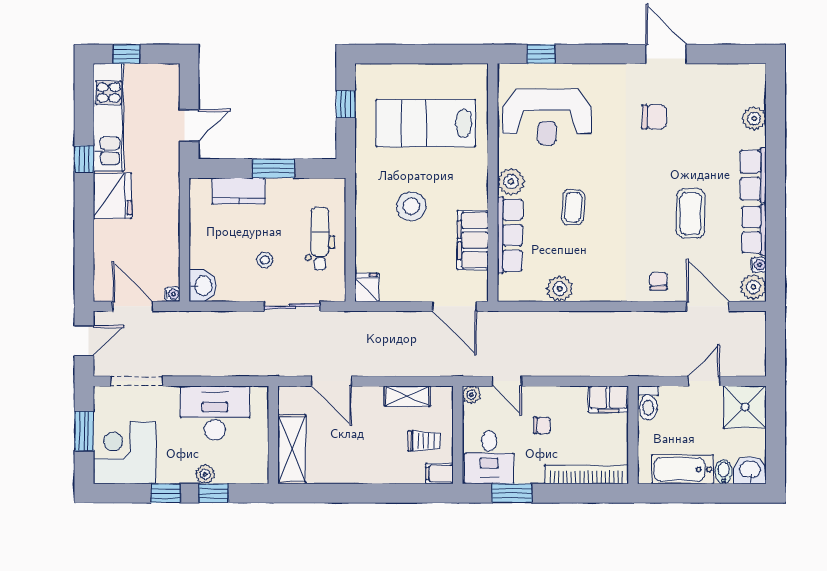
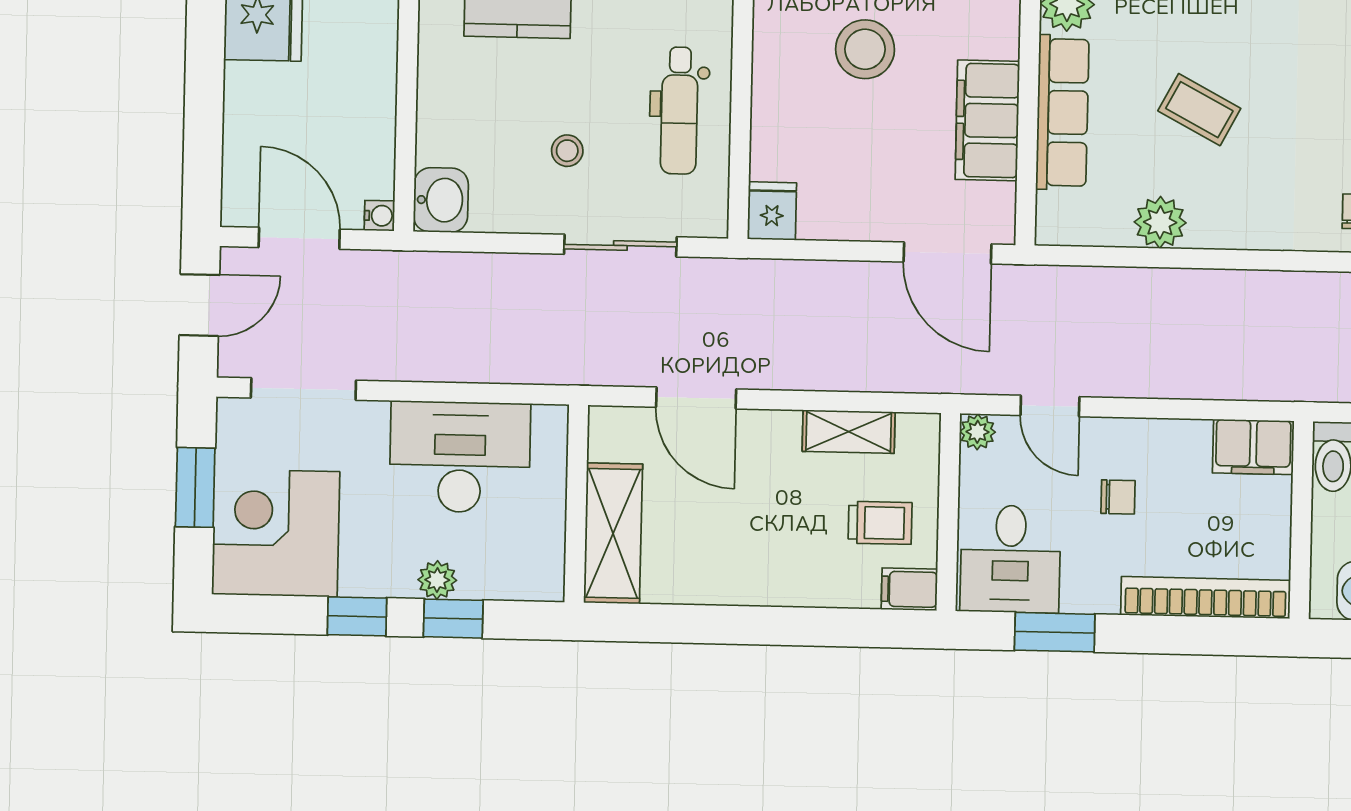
coffee table: (573, 207) -> (1199, 110), moved, turned -66
dental chair: (320, 239) -> (679, 111), turned 180

